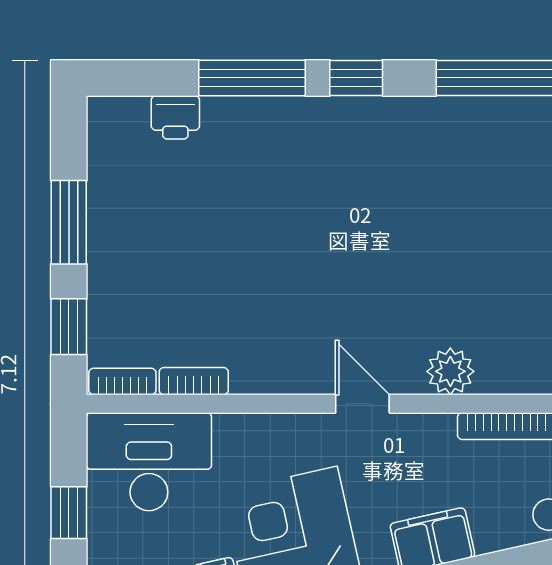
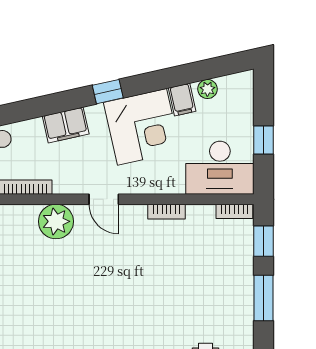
plant: (450, 371) -> (56, 221), width x1.36, depth x1.36
bookcase: (194, 381) -> (166, 212), moved

